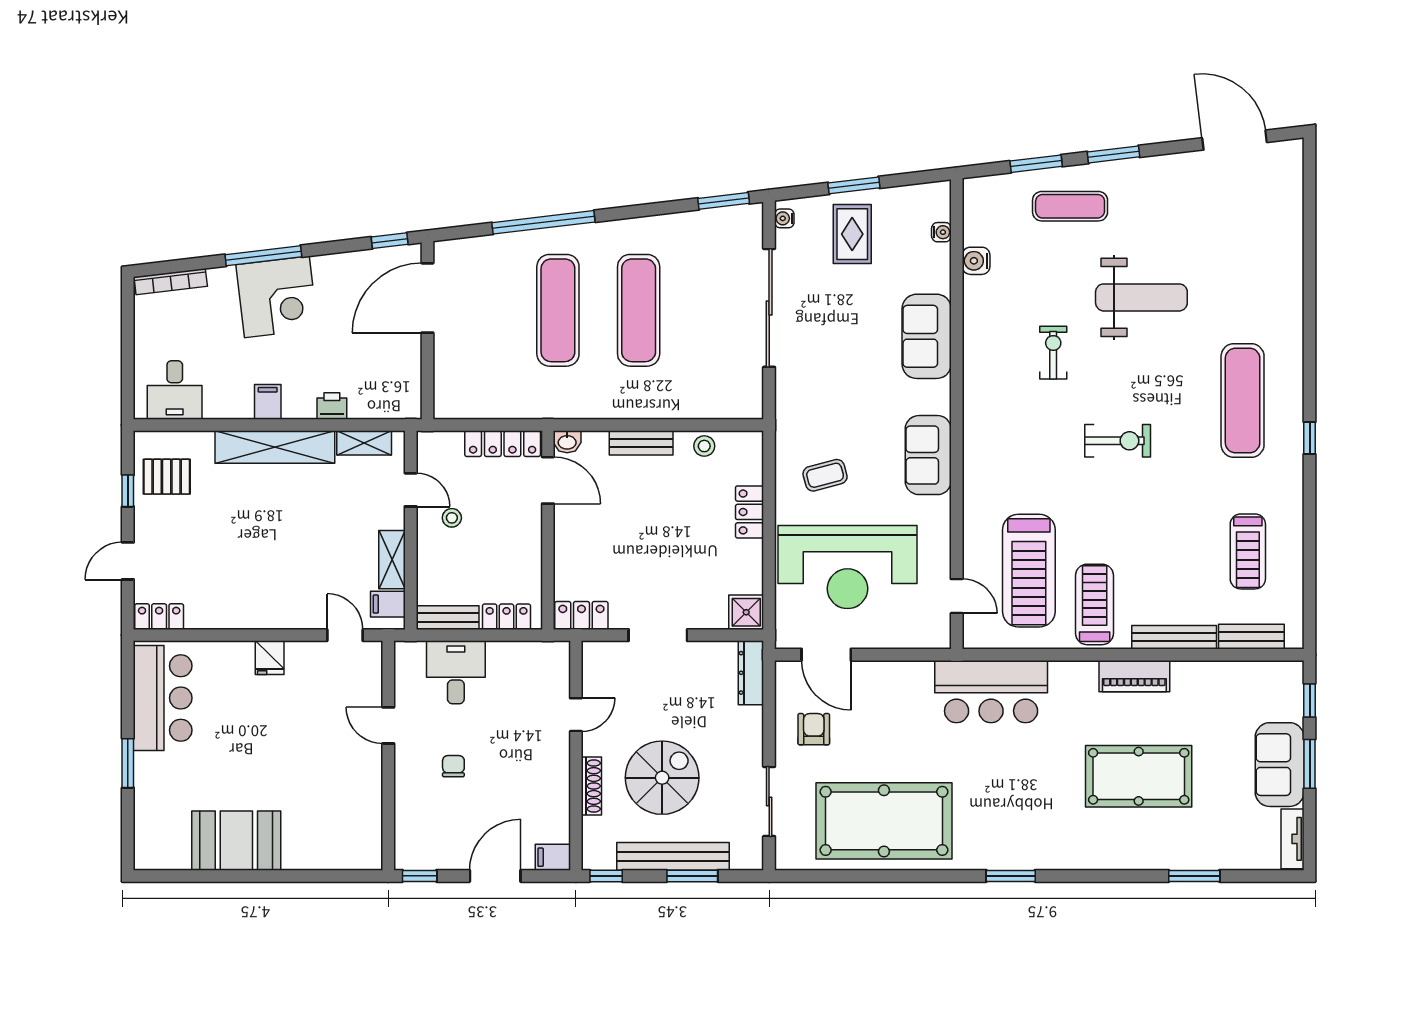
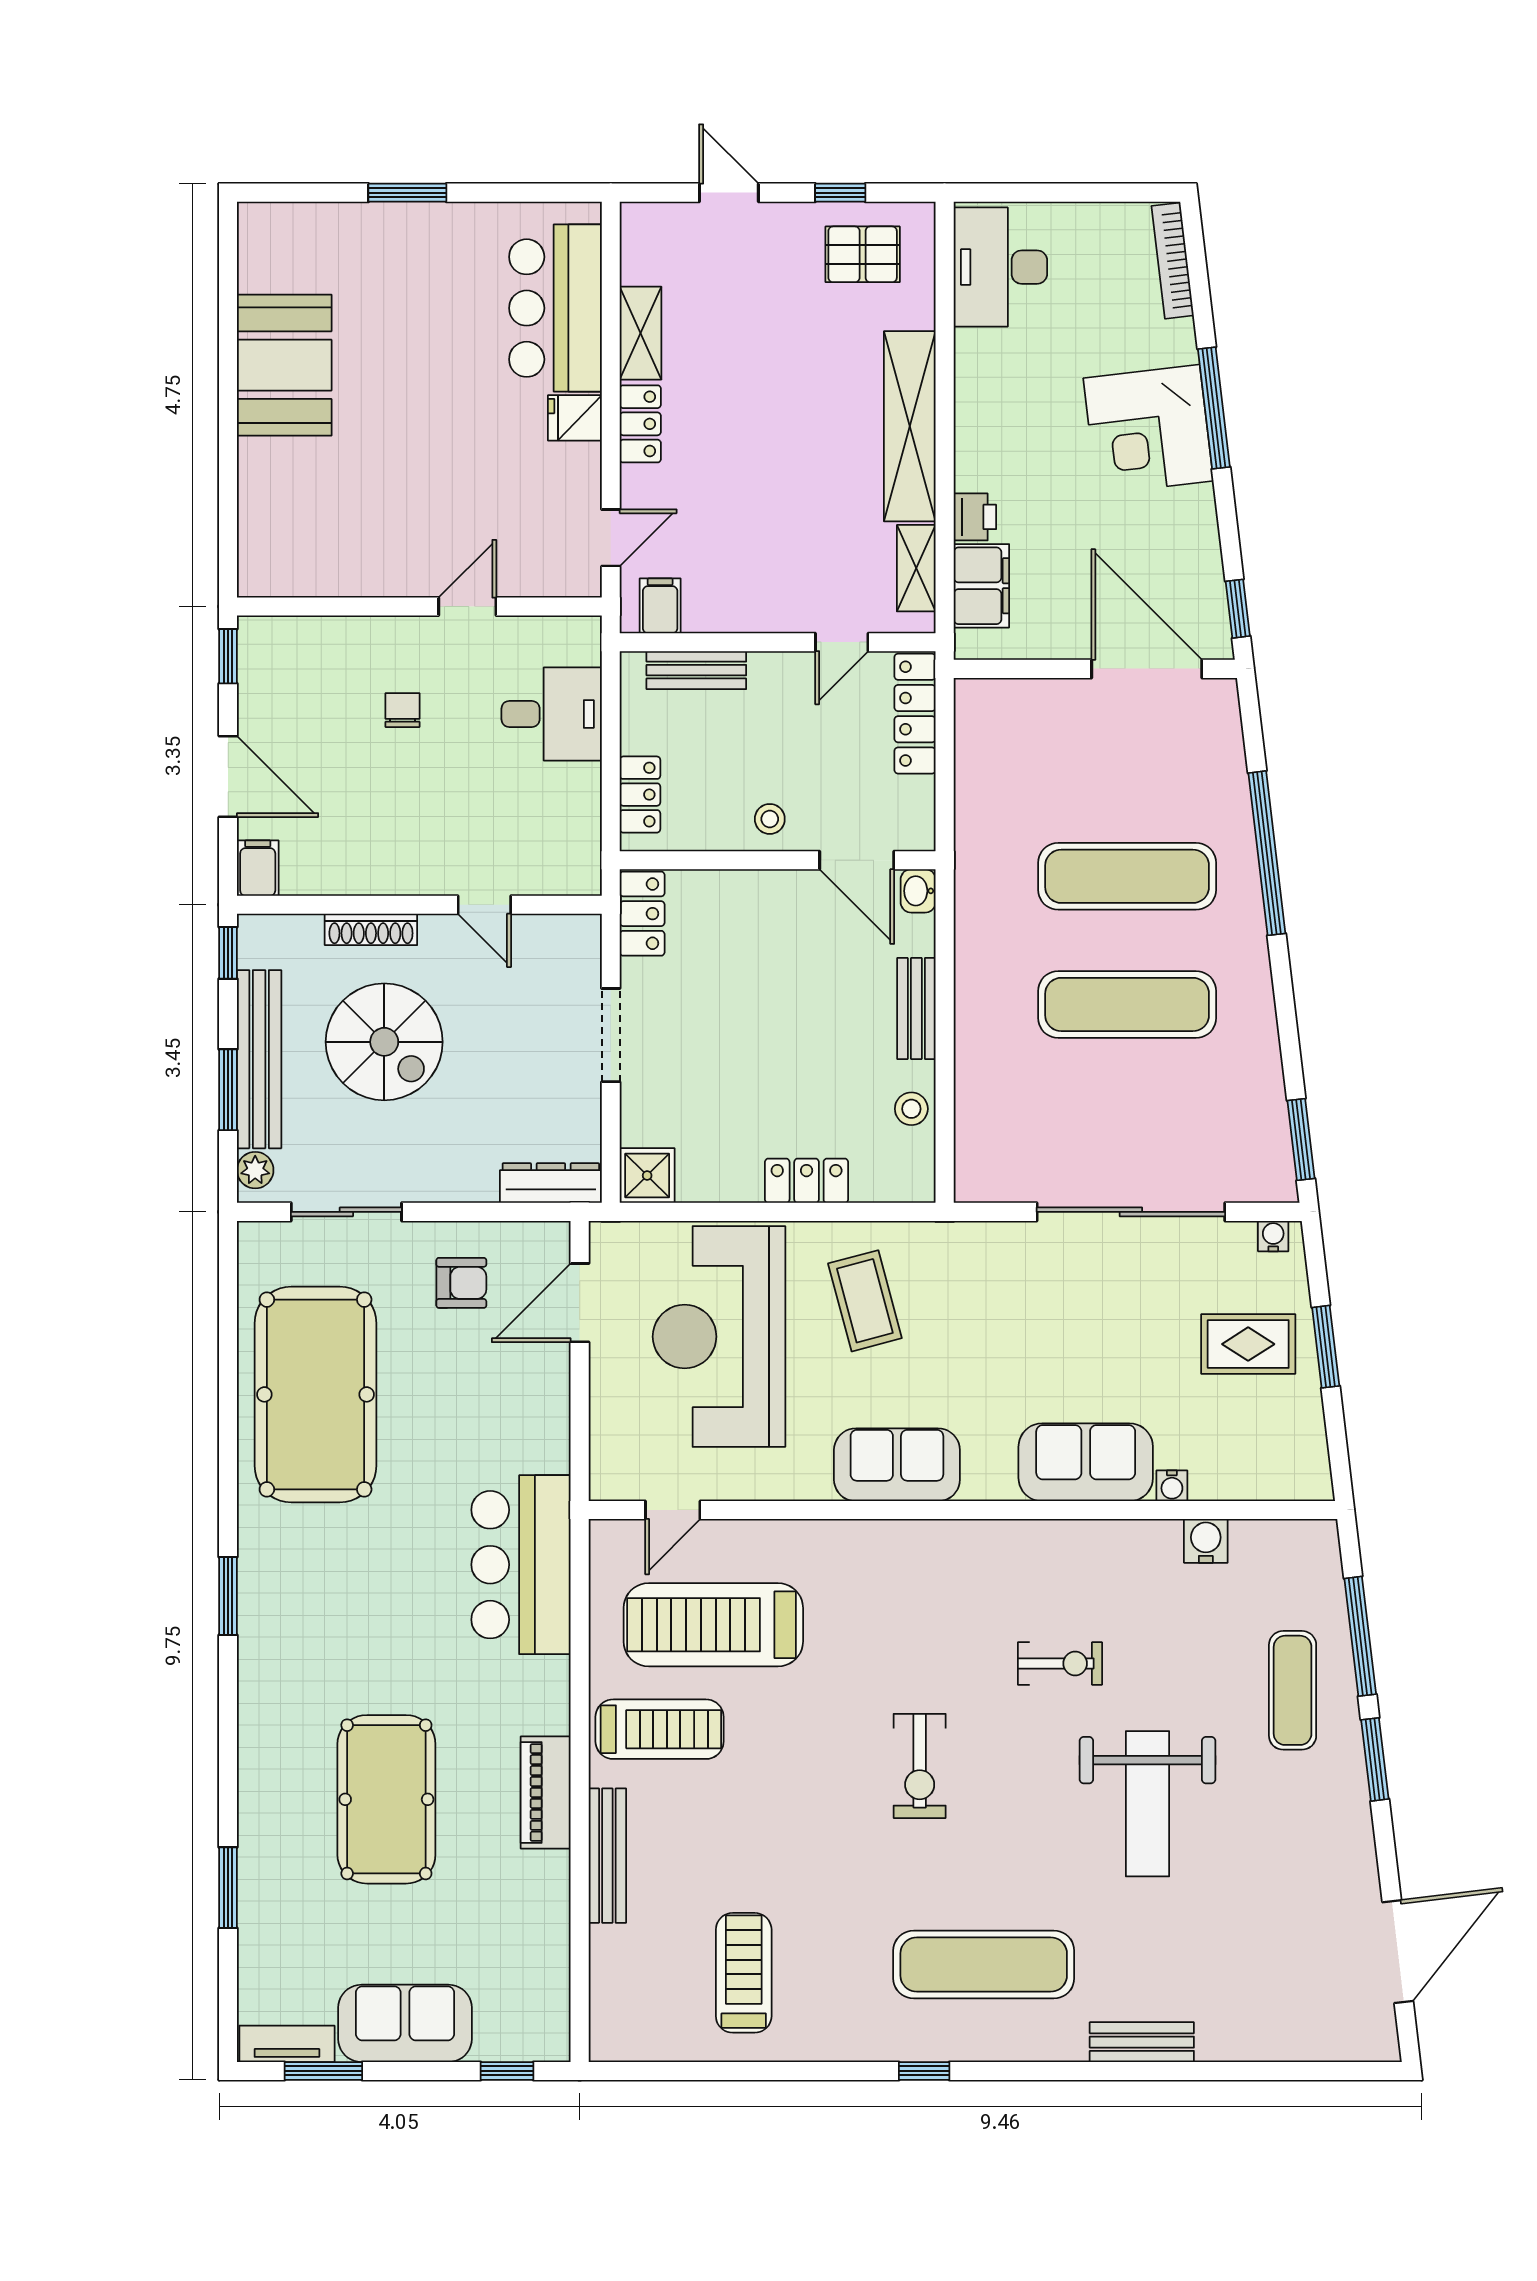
window: (1036, 164) -> (1360, 1636), width x1.44
water cooler: (941, 232) -> (1172, 1486), moved
desk: (175, 390) -> (1000, 267), width x1.37
filing cabinet: (268, 402) -> (981, 586), moved, width x2.00
locker: (503, 444) -> (915, 714), moved
coffee table: (825, 475) -> (865, 1301), width x1.36, depth x1.30
pallet: (167, 477) -> (863, 254), turned 90
door: (548, 480) -> (857, 860), hinge flipped
stool: (452, 518) -> (770, 819), moved
treadmill: (1248, 551) -> (744, 1973), turned 90
shelving: (392, 560) -> (641, 333), moved, turned 90
locker: (159, 617) -> (640, 424), moved
bench: (448, 618) -> (696, 670), moved, turned 90
bench: (1251, 637) -> (1142, 2042), moved, turned 90
bar counter: (163, 698) -> (555, 308), moved, turned 90
window: (1310, 764) -> (323, 2071), moved
chair: (453, 766) -> (402, 710), turned -90
plant: (743, 859) -> (255, 1170), added

